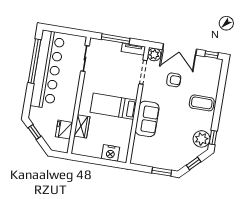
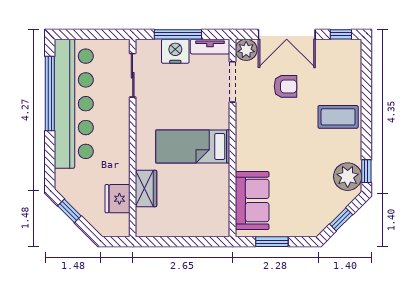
sofa: (147, 119) -> (252, 201), moved
nightstand: (111, 153) -> (175, 51), moved, turned 180
window: (162, 172) -> (272, 242), moved

